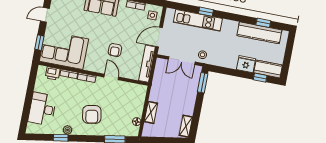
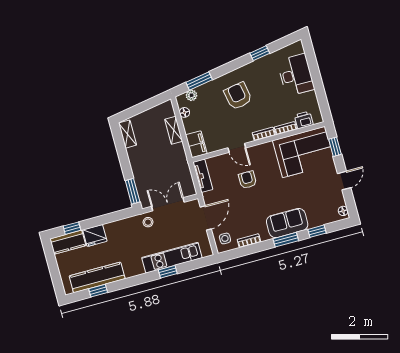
tv unit: (147, 64) -> (203, 176), width x0.71
filing cabinet: (140, 94) -> (196, 144), added
plant: (67, 130) -> (191, 95), moved

